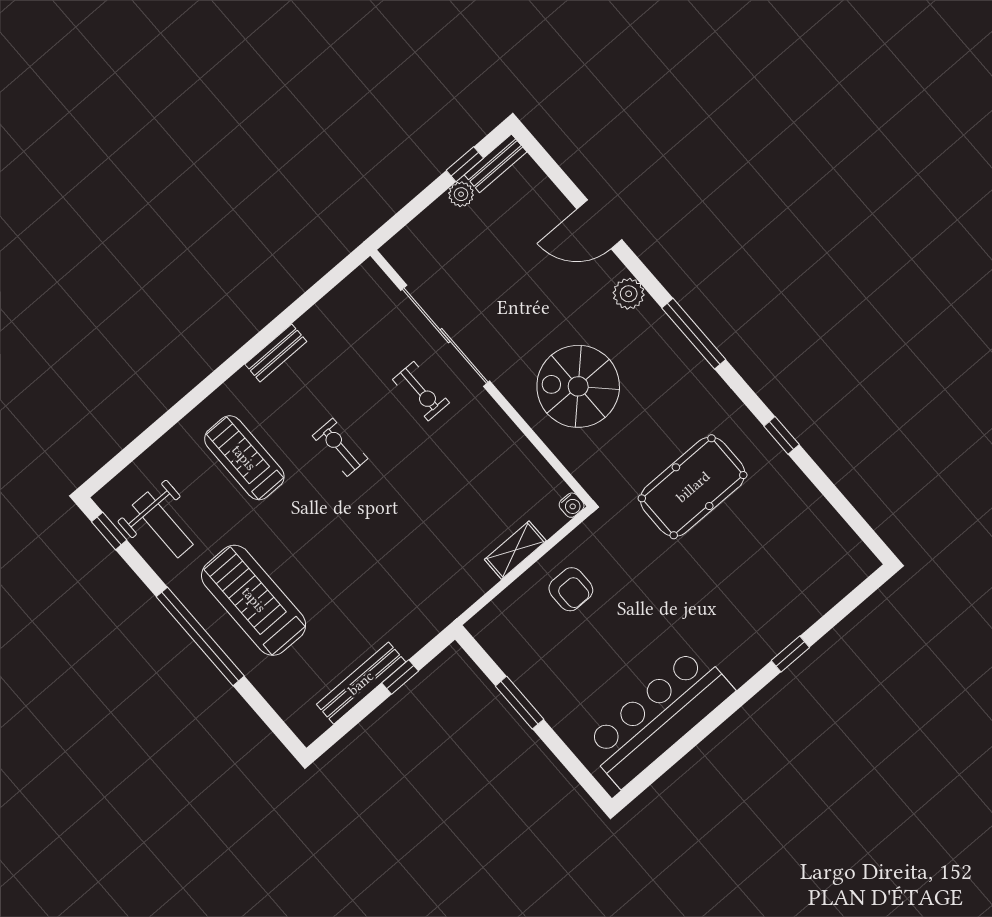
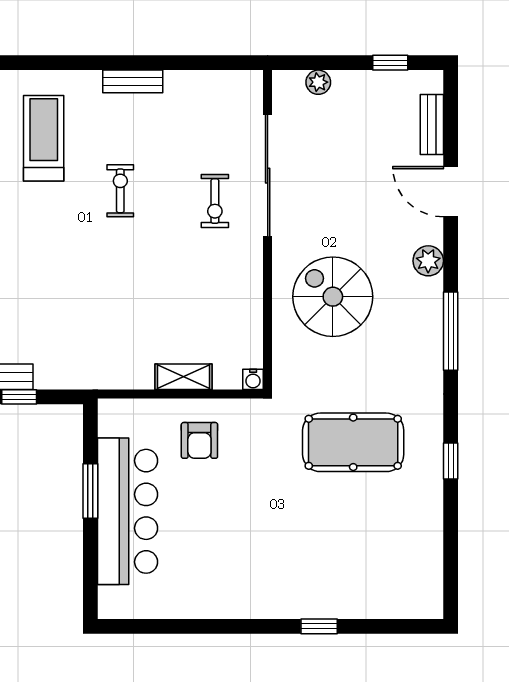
bench: (496, 163) -> (432, 125), moved, turned 90
plant: (461, 194) -> (318, 82), moved
bar counter: (659, 717) -> (128, 511), moved, turned 90

